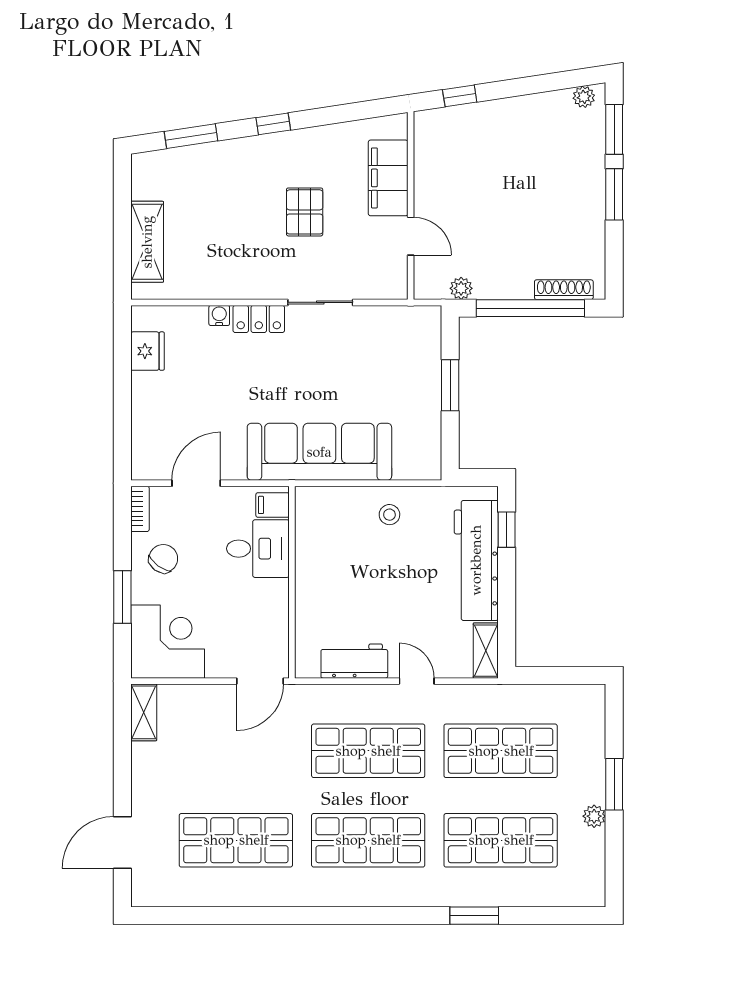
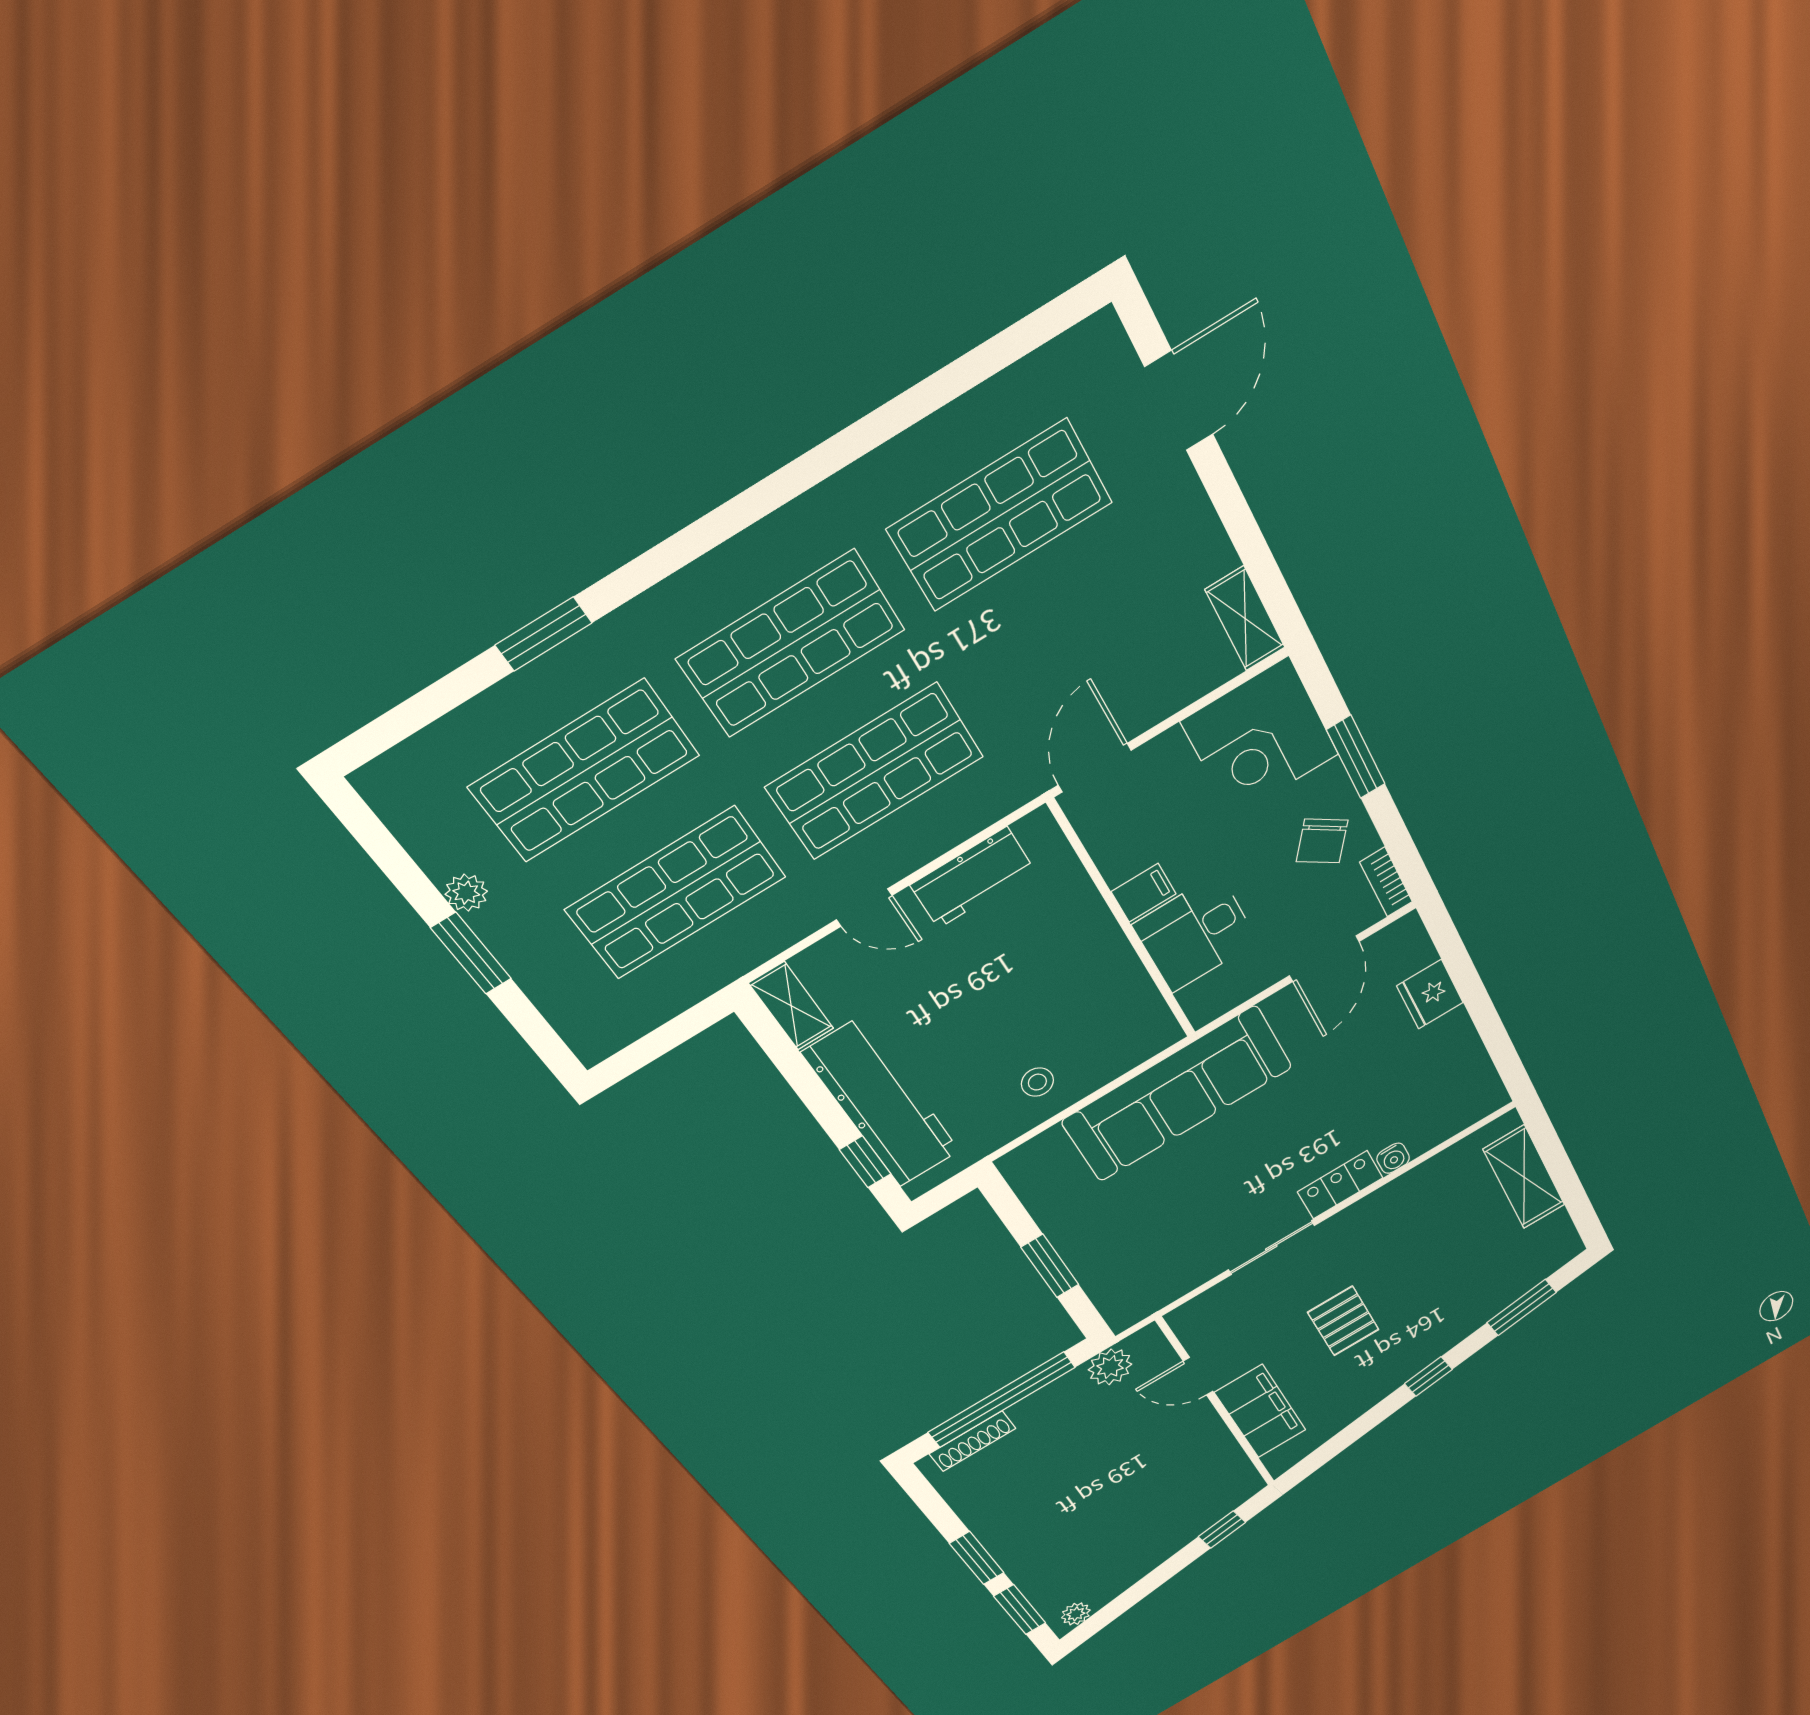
plant: (461, 288) -> (1110, 1367), width x1.38, depth x1.38
fridge: (147, 351) -> (1430, 994), moved
filing cabinet: (273, 505) -> (1144, 893), moved

